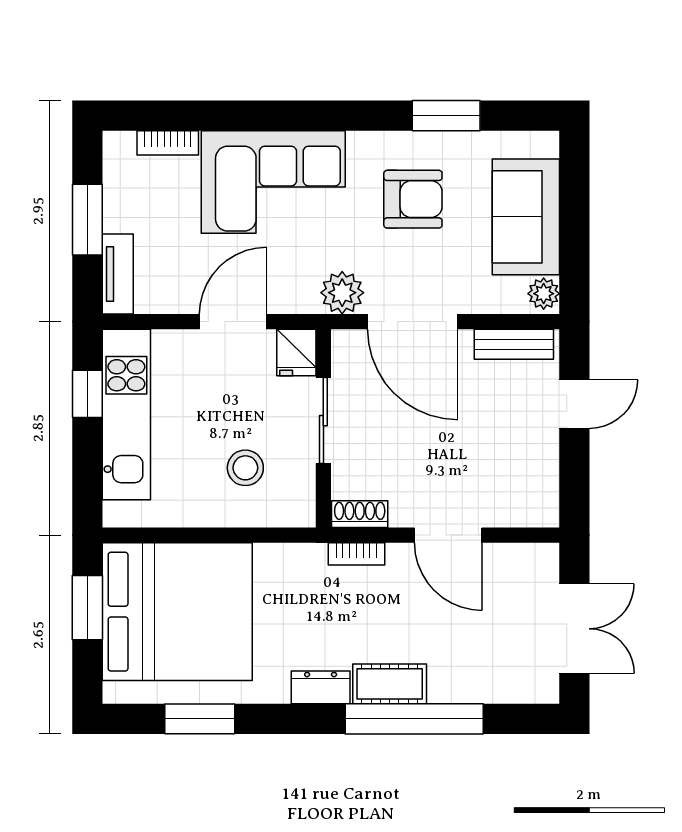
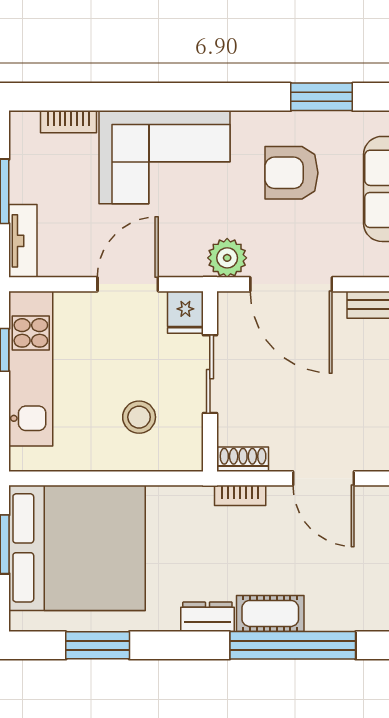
armchair: (413, 199) -> (291, 173), turned 180

